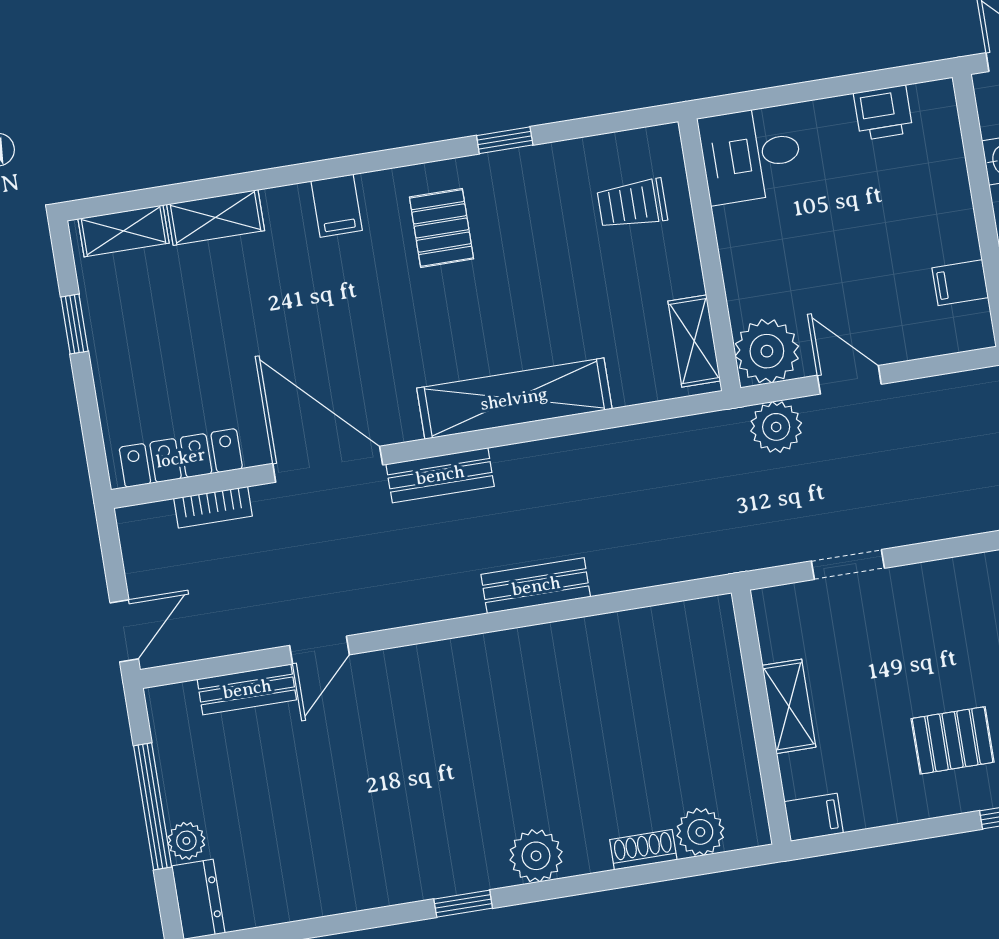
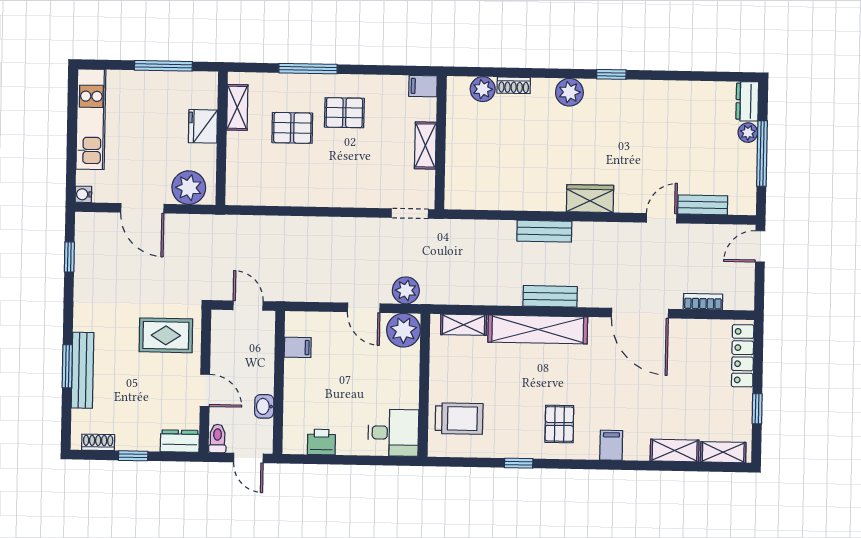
trolley: (632, 204) -> (459, 419), width x1.36, depth x1.39
shelving: (694, 341) -> (464, 325), moved, turned 90
locker: (181, 458) -> (743, 356), moved, turned 90
bench: (440, 475) -> (550, 296), moved
doorway: (848, 565) -> (410, 213), moved
wardrobe: (461, 663) -> (590, 199), added

